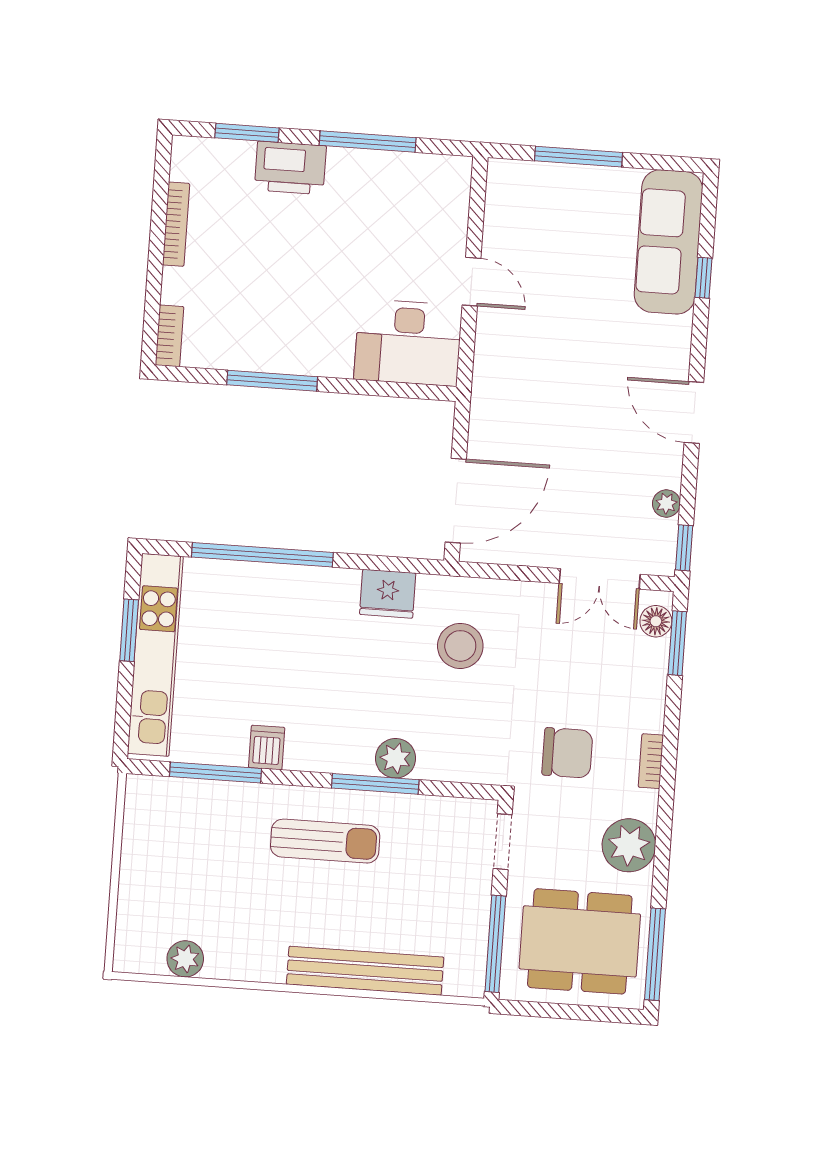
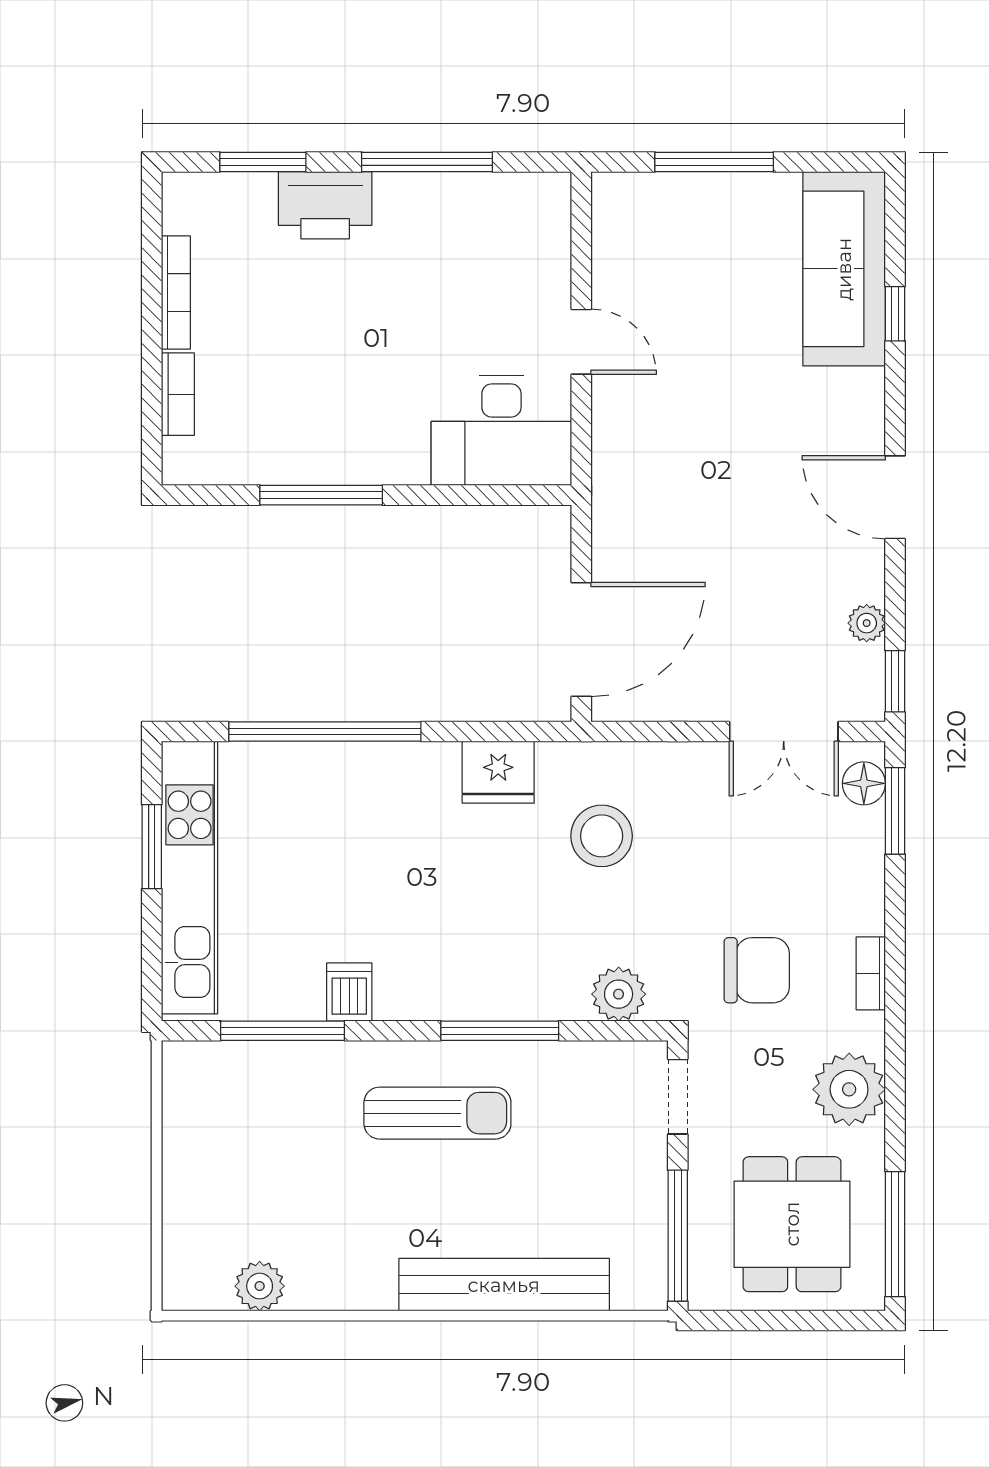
bookcase: (170, 336) -> (178, 394), moved
plant: (396, 758) -> (619, 994), moved
dining table: (580, 941) -> (792, 1224), width x0.73

